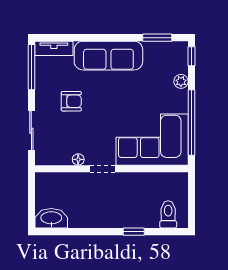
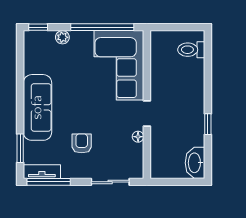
window: (157, 38) -> (20, 148), moved
tv unit: (54, 48) -> (42, 172), moved, turned -90
window: (134, 232) -> (208, 124), moved

